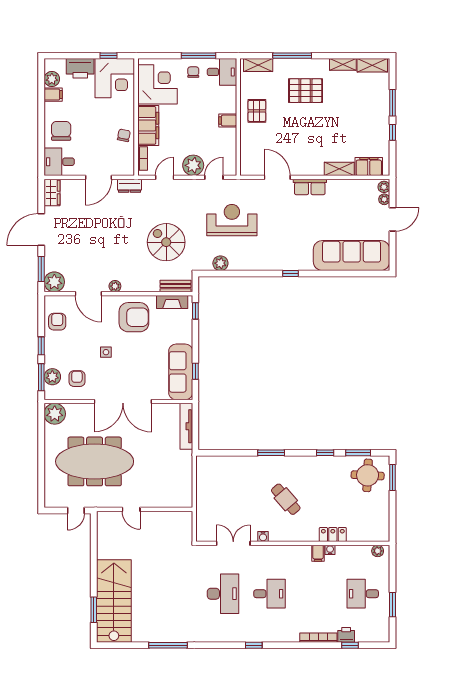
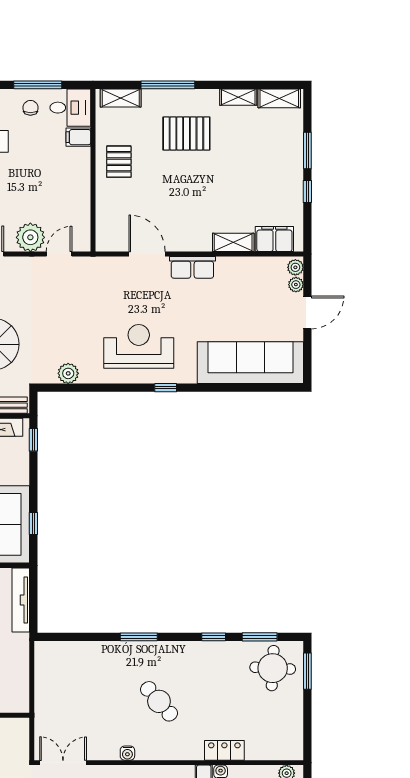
filing cabinet: (228, 121) -> (78, 137), moved
reception desk: (232, 220) -> (139, 346), moved
double door: (233, 543) -> (63, 763), moved

